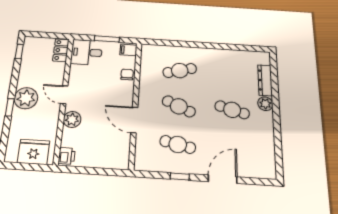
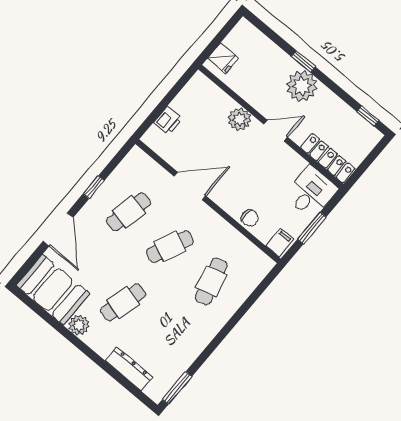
window: (252, 48) -> (177, 388), added
locker: (61, 50) -> (328, 158), width x1.53
plant: (265, 104) -> (79, 325), moved
fridge: (34, 152) -> (223, 58), width x0.53, depth x0.75
booth: (260, 155) -> (53, 290), added
printer: (67, 156) -> (168, 120), moved, turned -90

